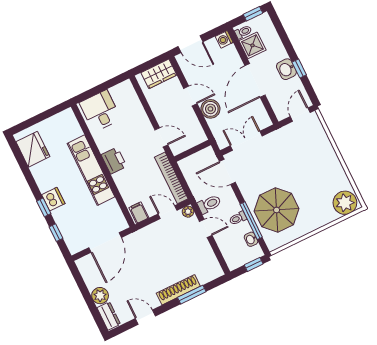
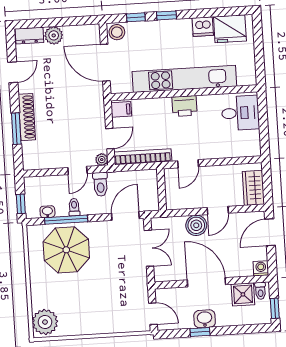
kitchen unit: (91, 170) -> (184, 79), width x1.36
dishwasher: (53, 199) -> (203, 27), moved
stool: (75, 243) -> (117, 32), added

